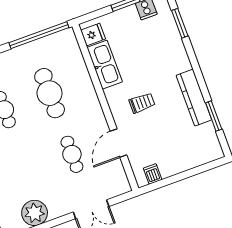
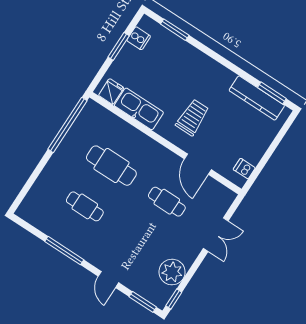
kitchen counter: (194, 98) -> (257, 98), moved
trolley: (142, 103) -> (192, 117), width x1.36, depth x1.39
window: (214, 116) -> (272, 93), moved

